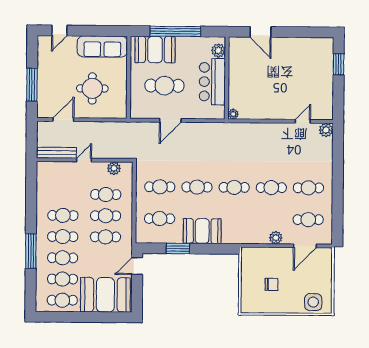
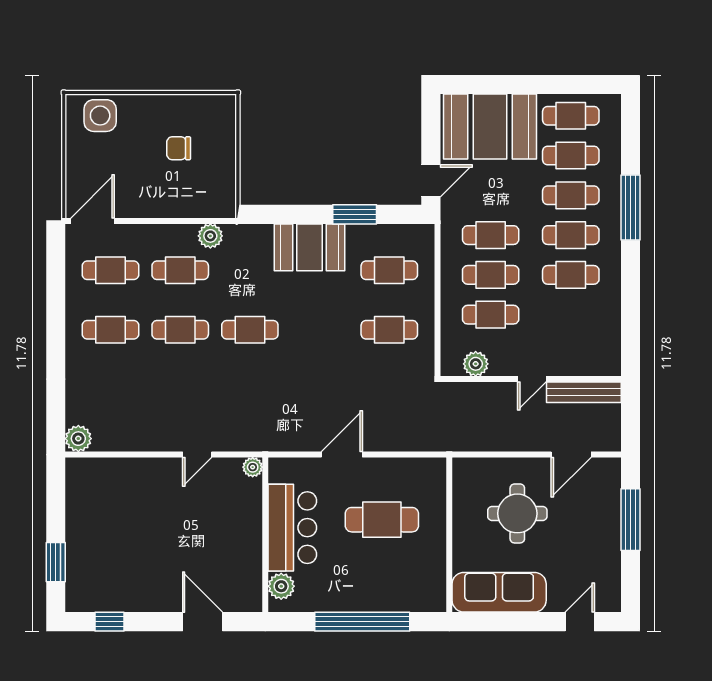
window: (310, 32) -> (109, 622), added
booth: (155, 50) -> (400, 587), removed
door: (170, 120) -> (342, 455), moved
door: (303, 121) -> (197, 455), moved
cafe table: (197, 187) -> (180, 270), moved
plant: (276, 238) -> (210, 236), moved
door: (305, 246) -> (92, 221), moved

